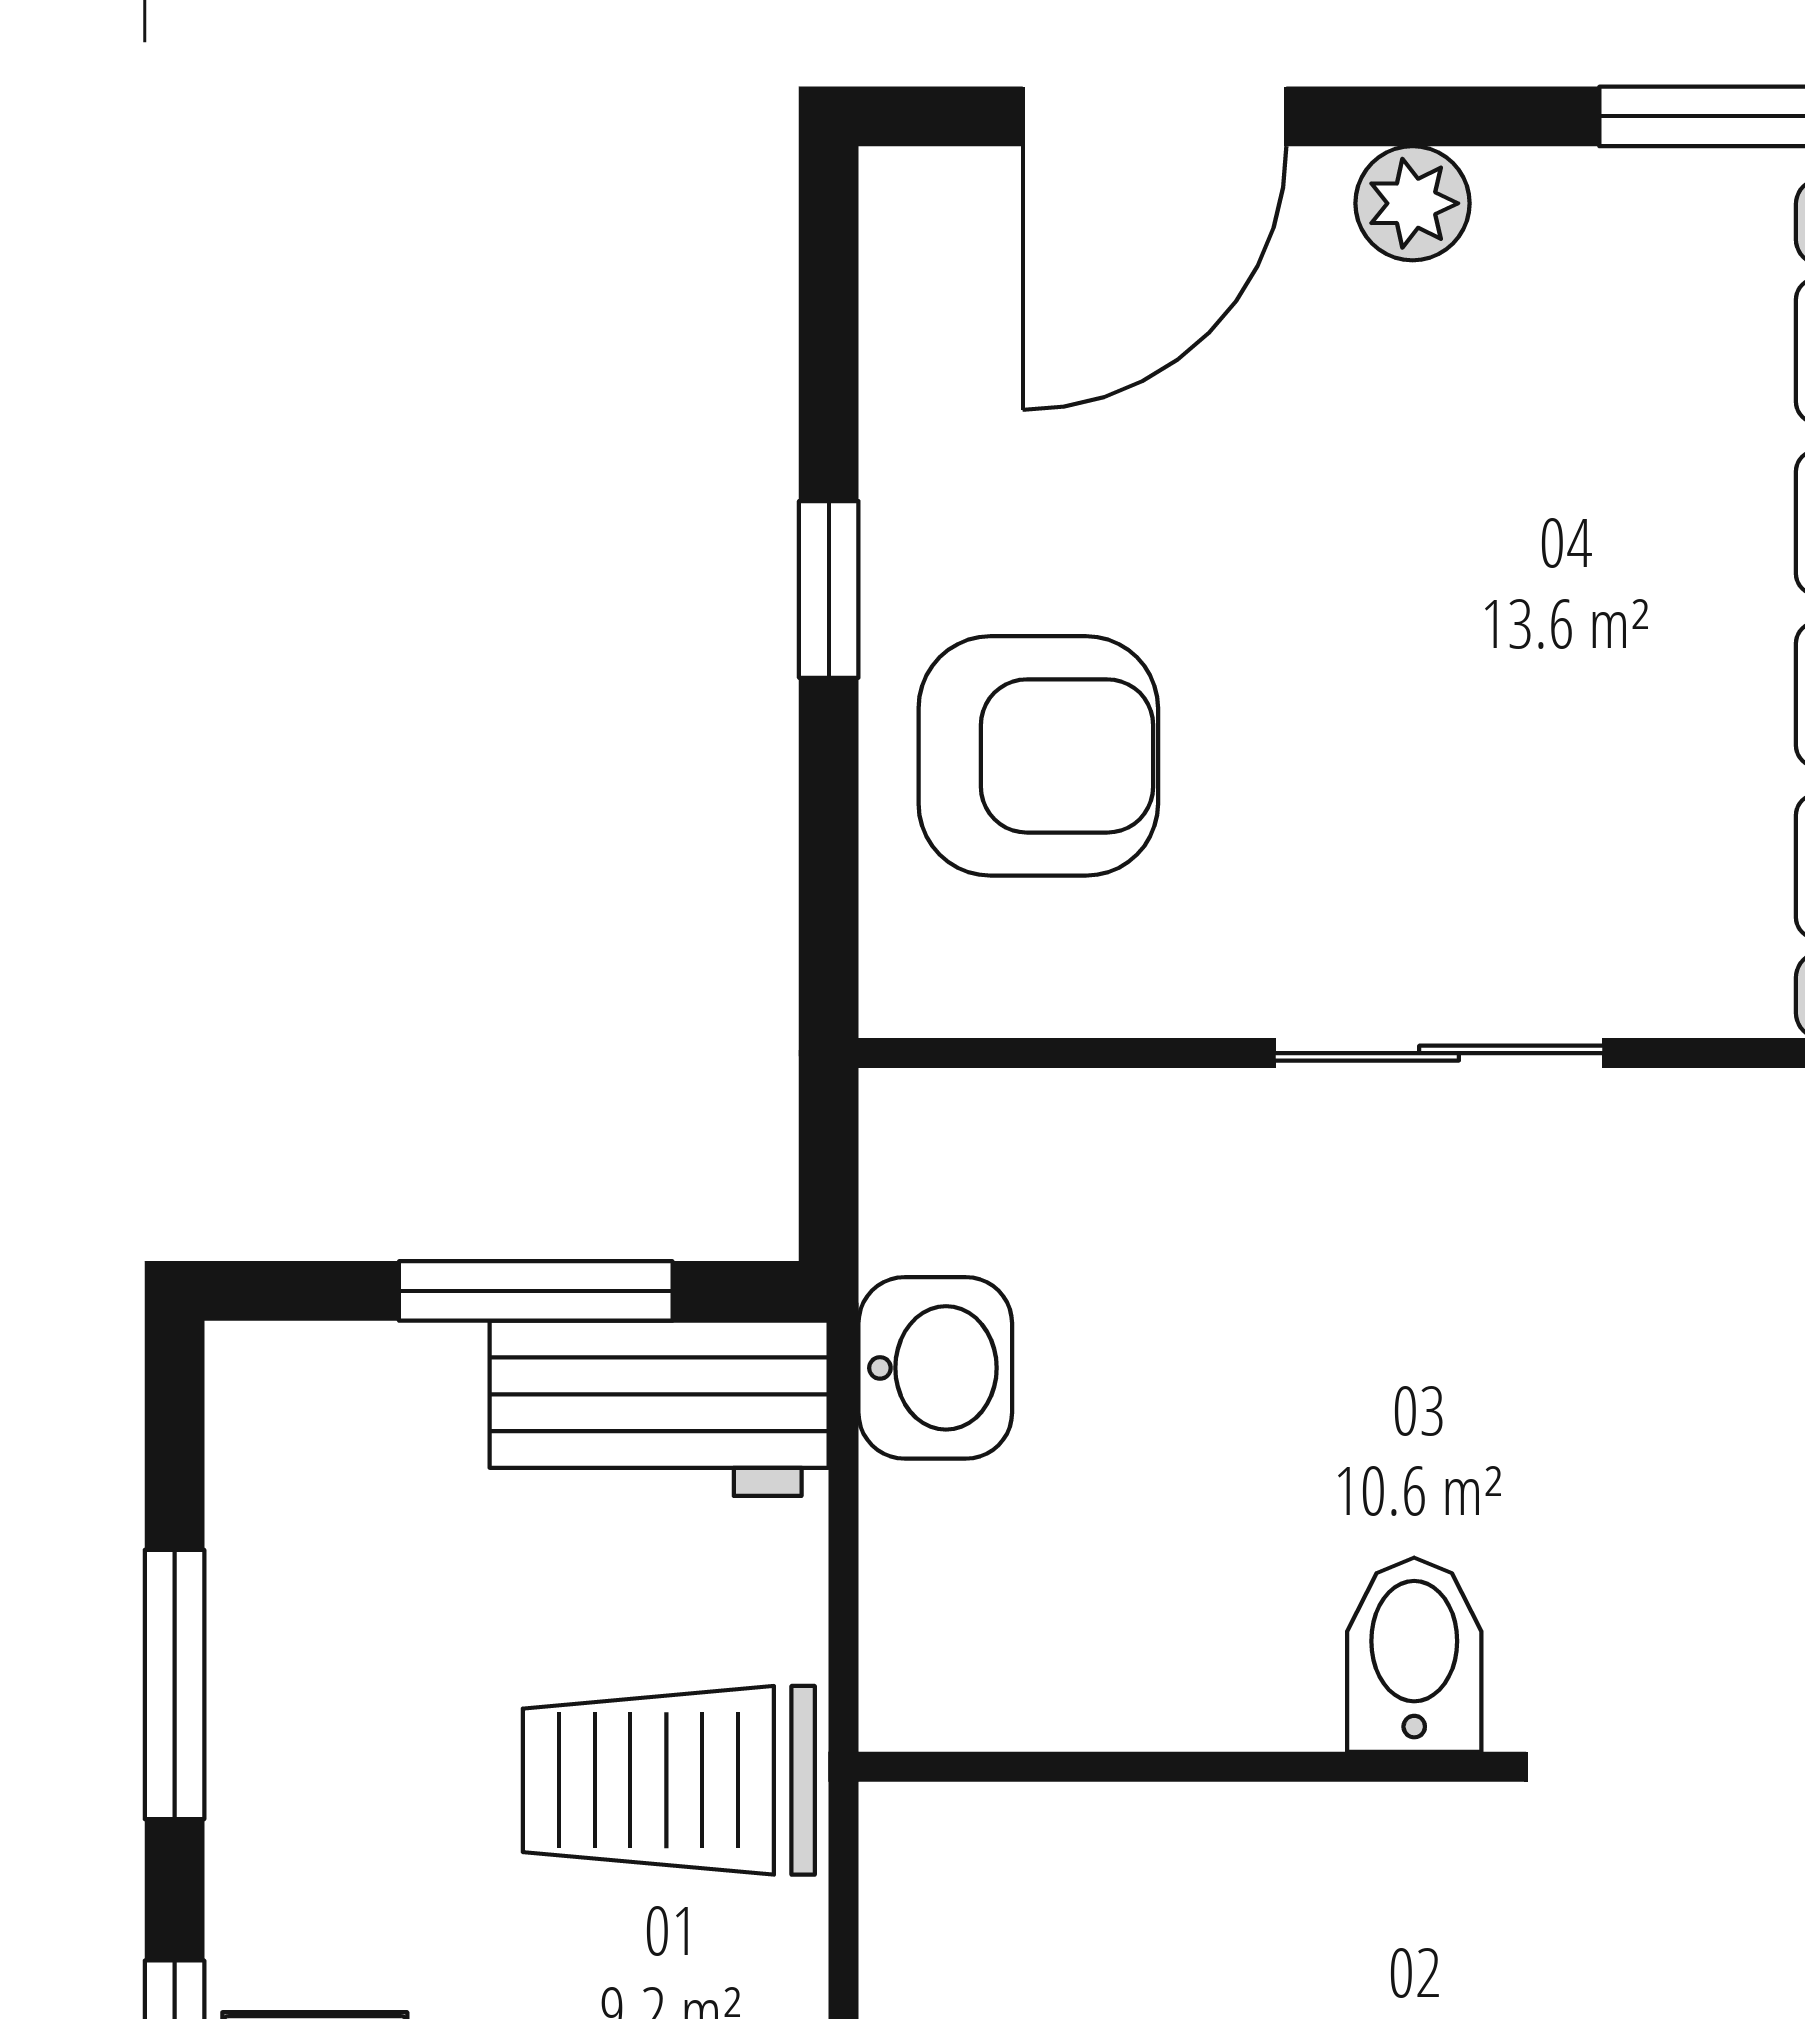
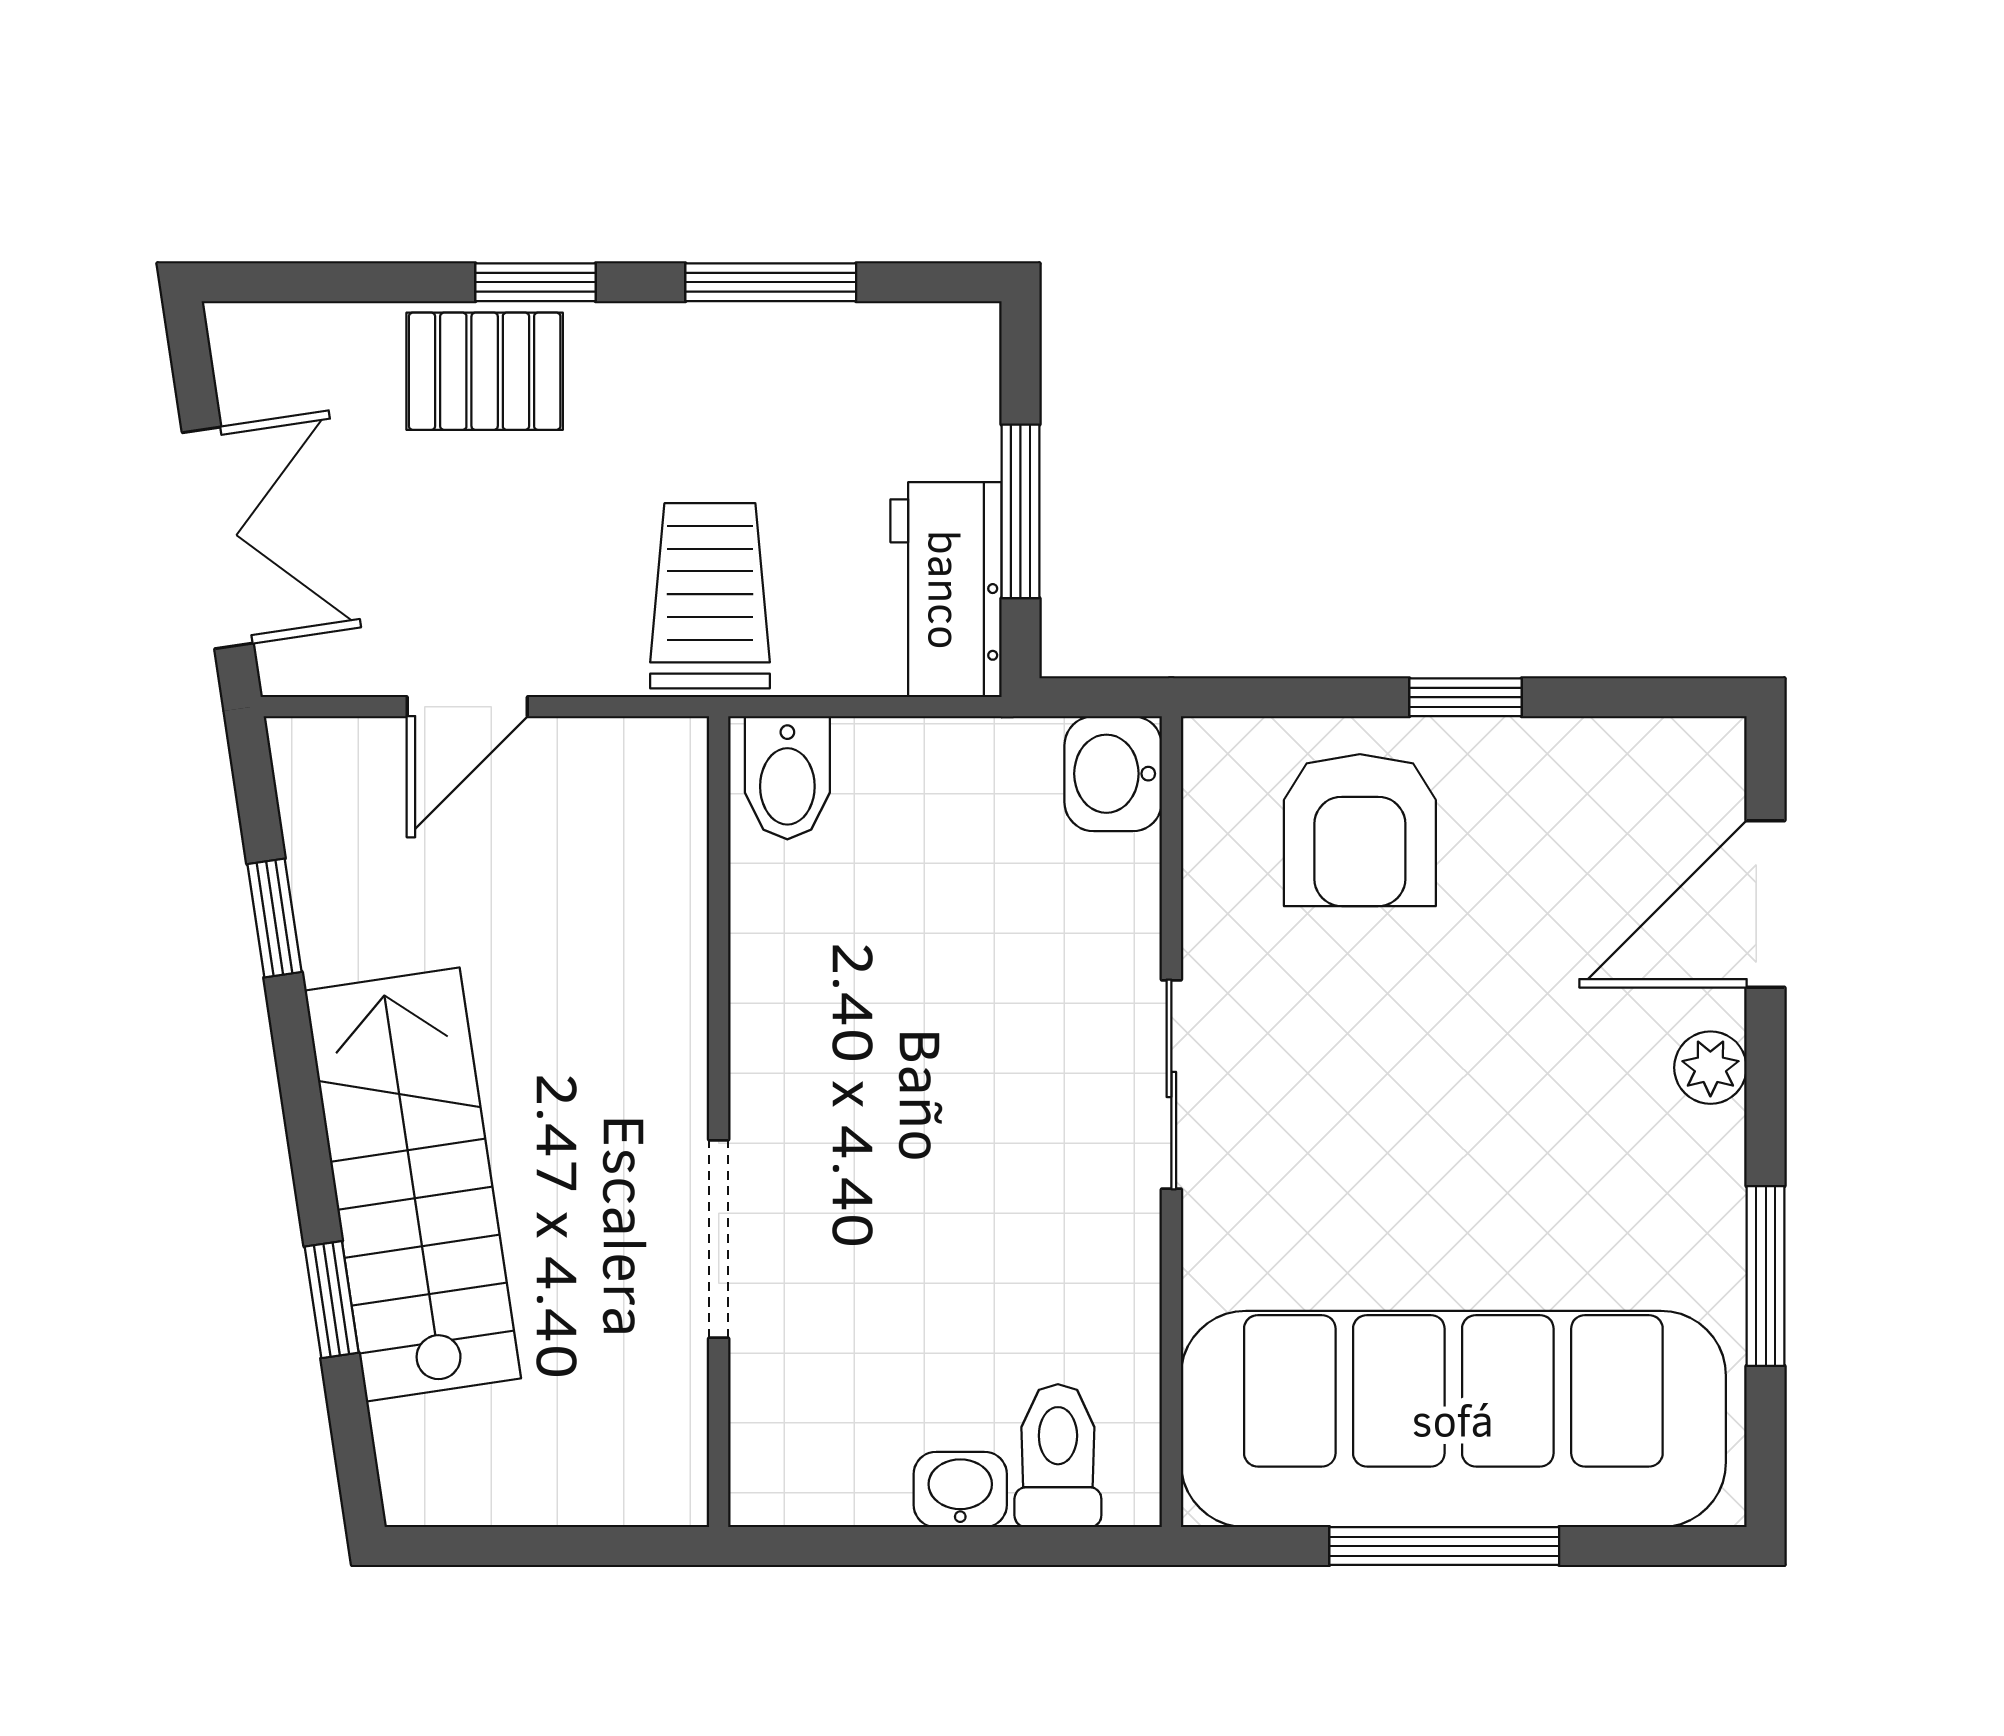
door: (1155, 116) -> (1766, 904), hinge flipped
washbasin: (935, 1368) -> (1113, 774), moved, turned 90
bidet: (1414, 1655) -> (787, 778), moved, turned 90

